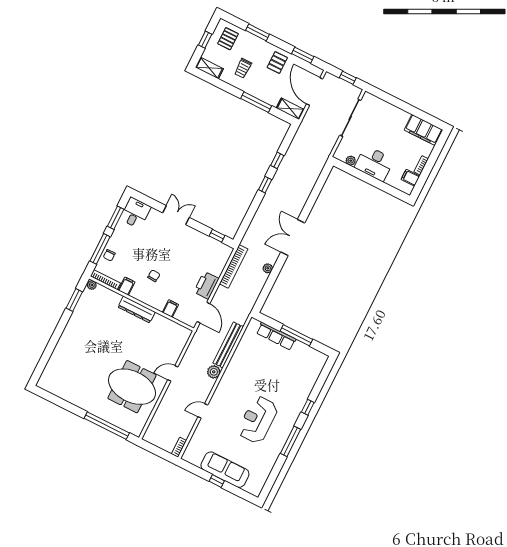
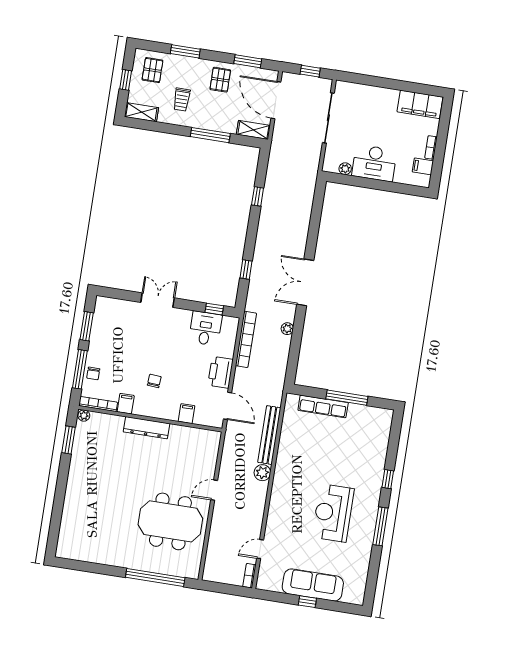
window: (265, 185) -> (246, 269), moved
desk: (135, 213) -> (205, 328), moved
door: (203, 411) -> (260, 549), moved

